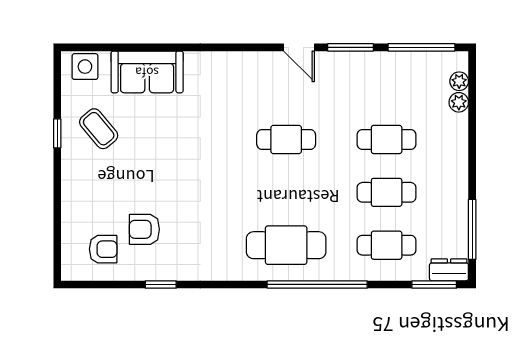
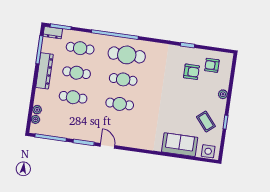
dresser: (455, 187) -> (44, 71), added
plant: (71, 191) -> (223, 94), added
cafe table: (286, 192) -> (123, 79), added

